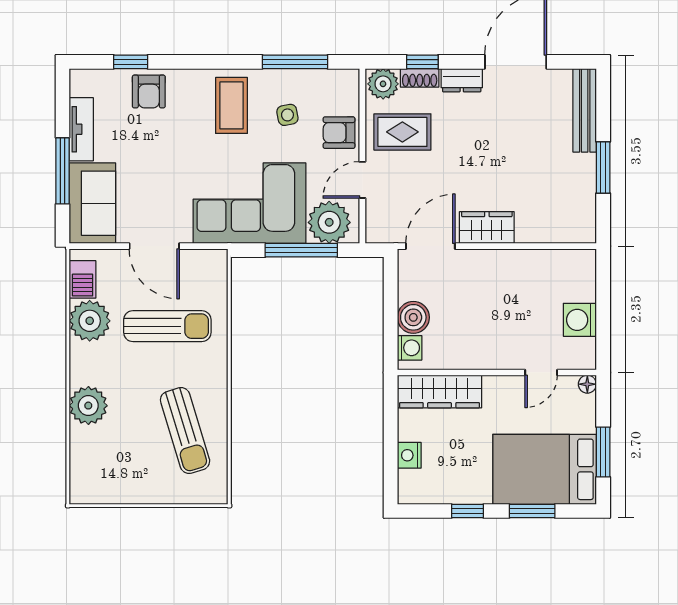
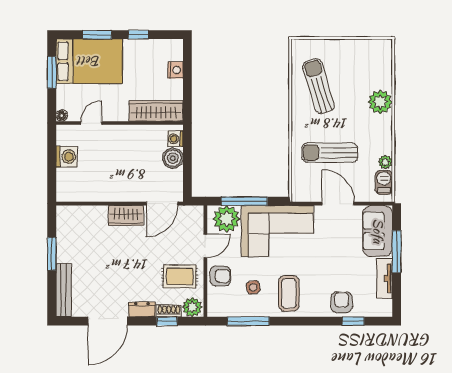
plant: (90, 321) -> (385, 162), width x0.53, depth x0.53

